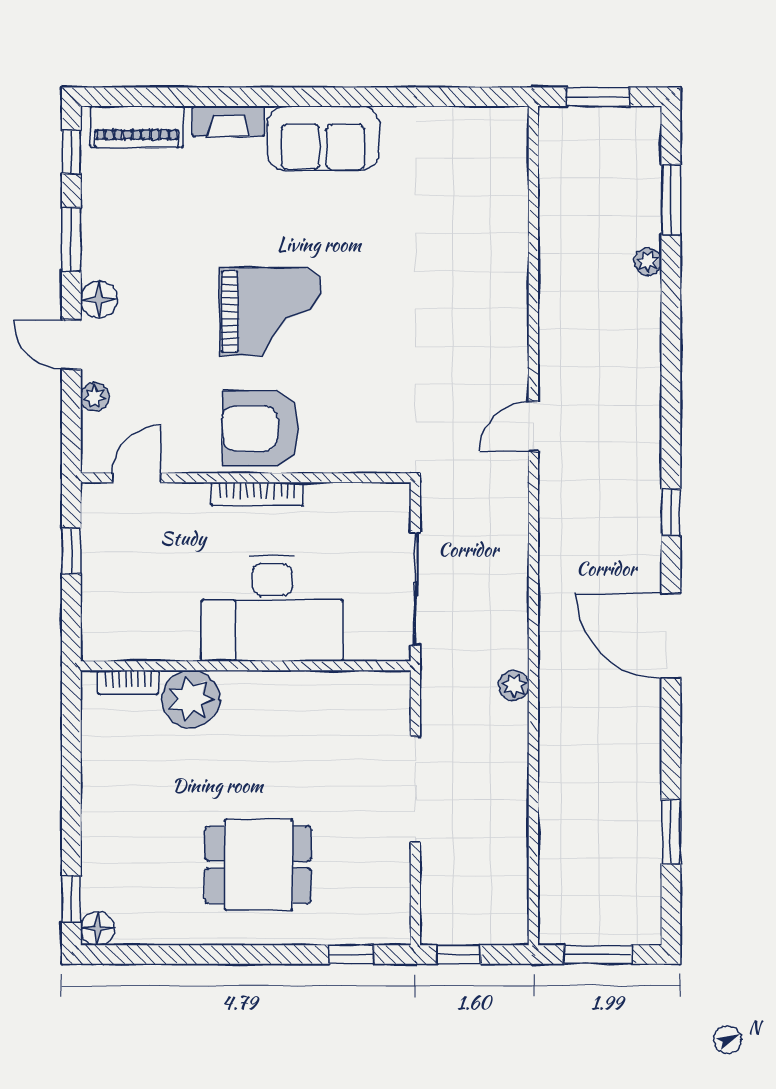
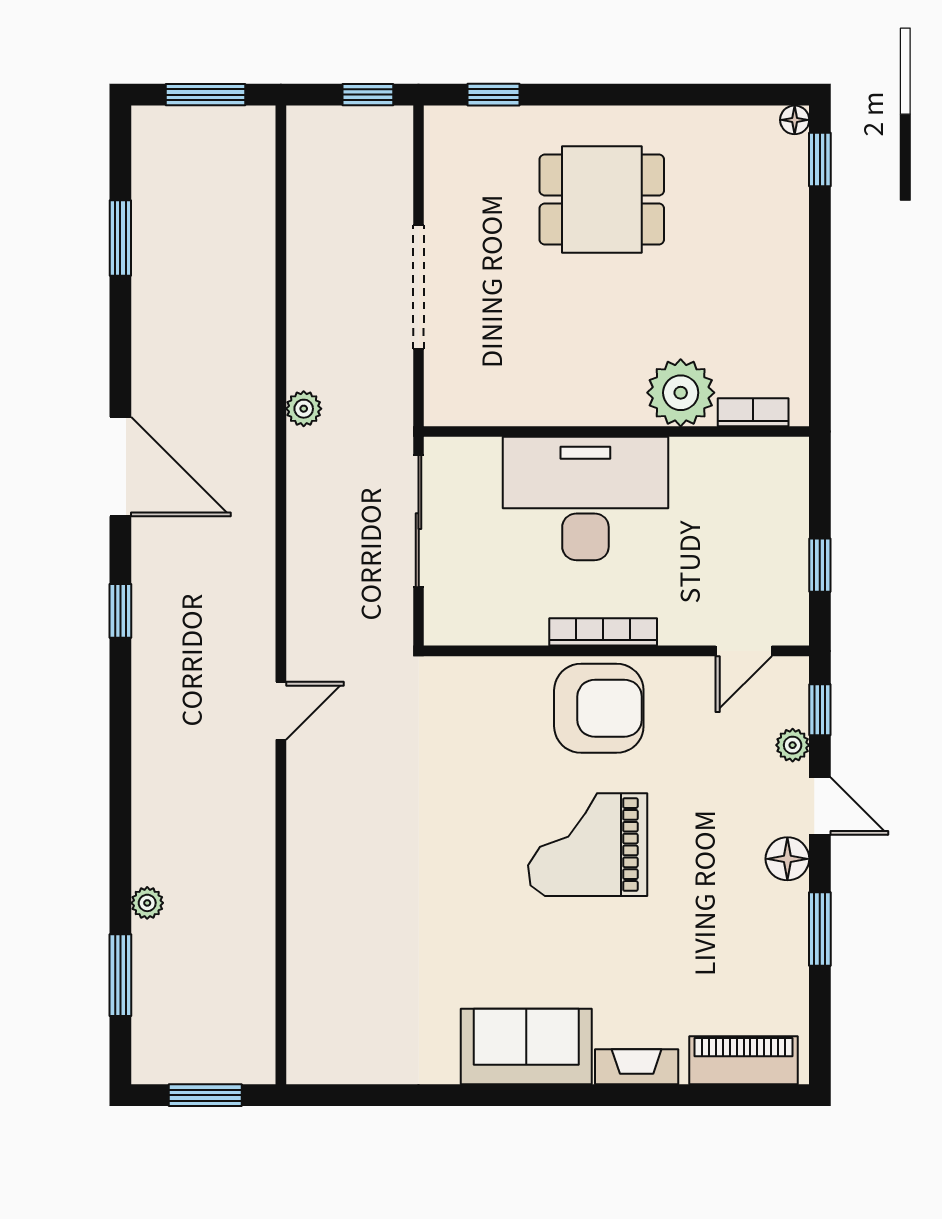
window: (71, 152) -> (820, 710), moved
floor lamp: (98, 928) -> (795, 120), width x0.73, depth x0.73

